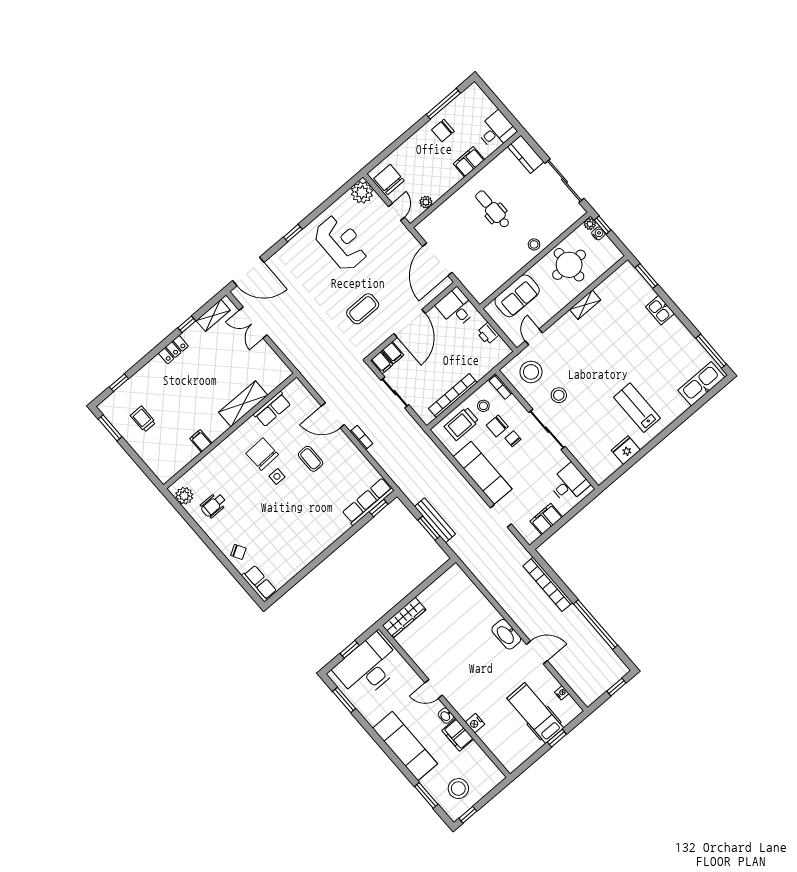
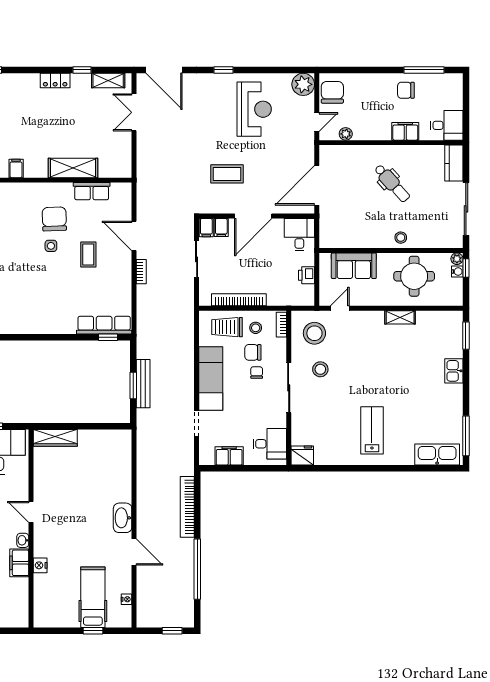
dental chair: (493, 209) -> (392, 183), turned 138
fridge: (626, 450) -> (302, 456), moved

